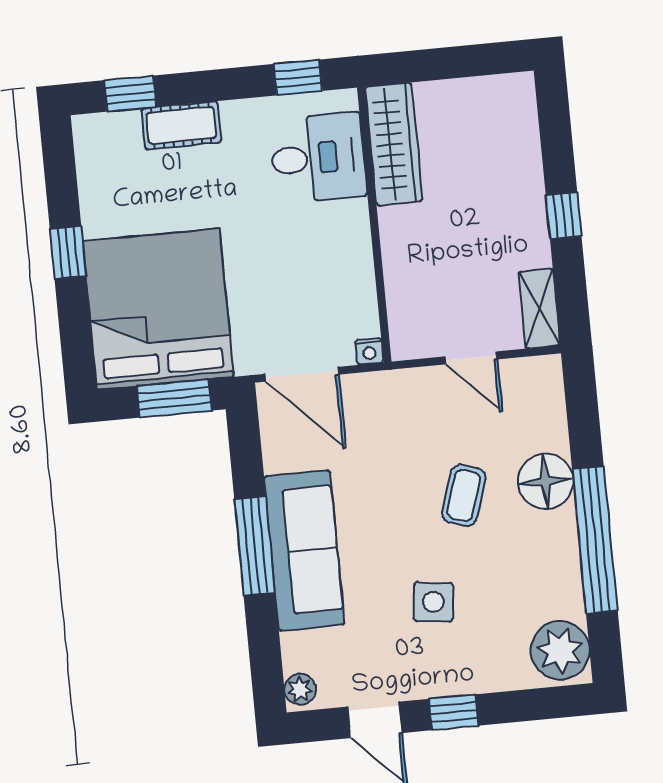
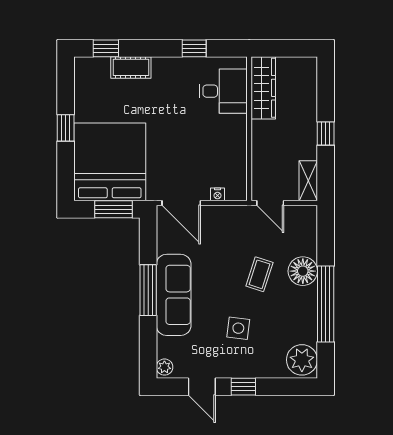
wardrobe: (394, 144) -> (263, 88), moved
desk: (318, 158) -> (223, 91), moved
wall: (374, 225) -> (249, 129), moved

